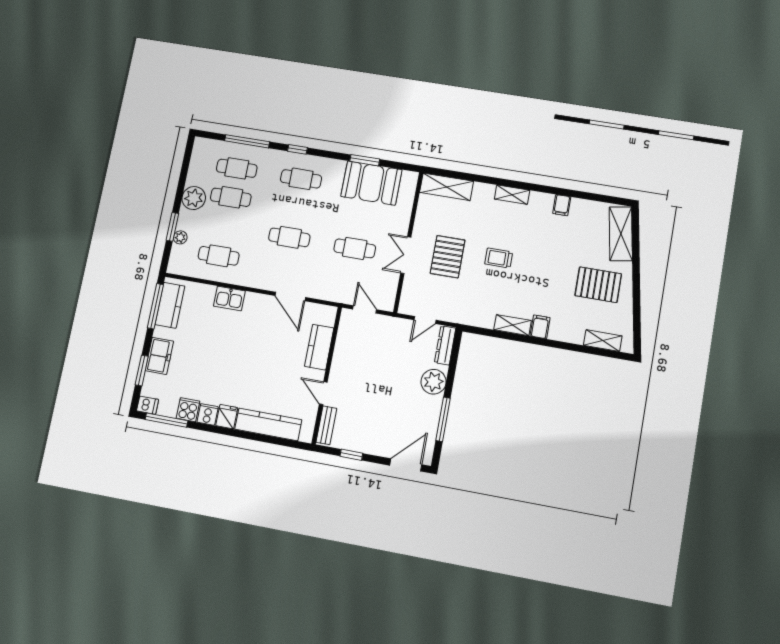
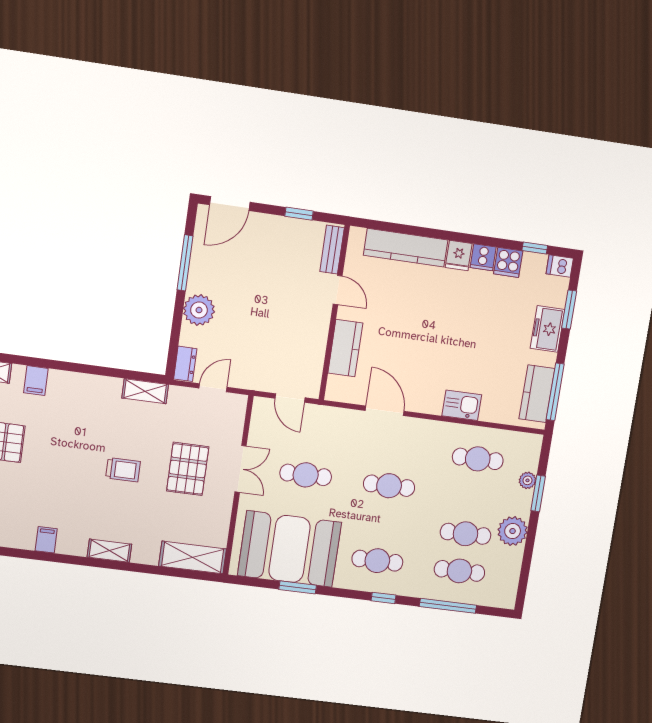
booth: (371, 183) -> (289, 549), width x1.36, depth x1.42
shelving: (513, 325) -> (145, 391), moved
filing cabinet: (540, 327) -> (36, 381), moved
dresser: (445, 345) -> (185, 364), width x0.70
window: (167, 420) -> (535, 248), width x0.46

